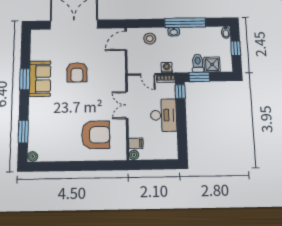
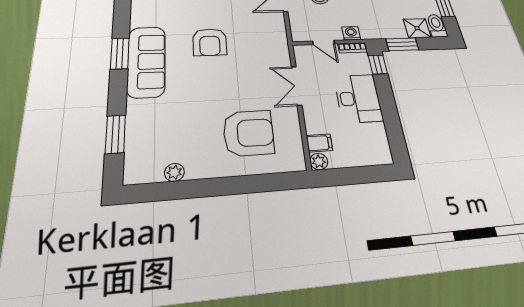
toilet: (198, 63) -> (437, 26), moved
sofa: (40, 79) -> (146, 61), width x1.36
plant: (33, 156) -> (174, 172), moved

